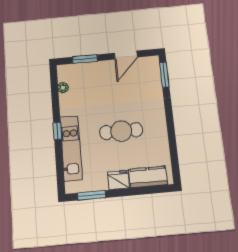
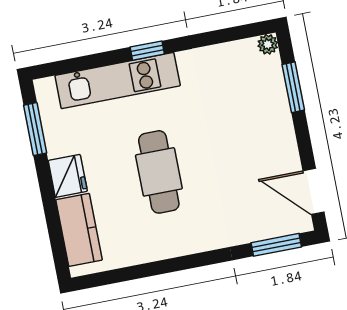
door: (126, 55) -> (314, 191), moved
plant: (63, 88) -> (268, 44), moved

